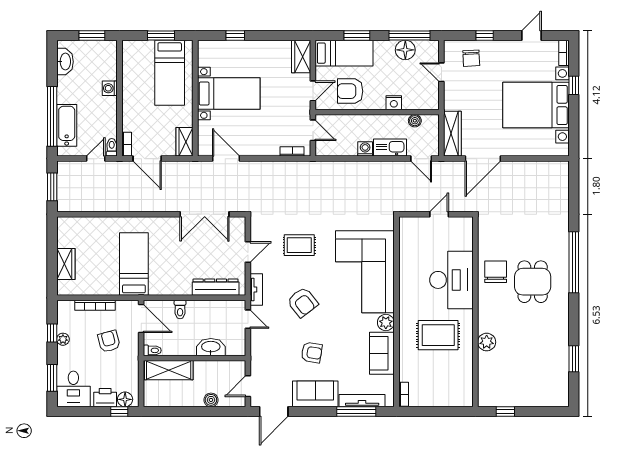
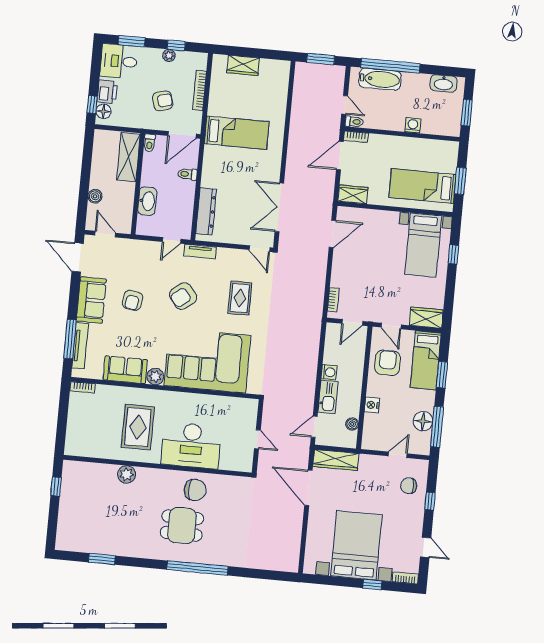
bed with nightstands: (229, 93) -> (423, 245), moved
door: (248, 252) -> (259, 249), moved

